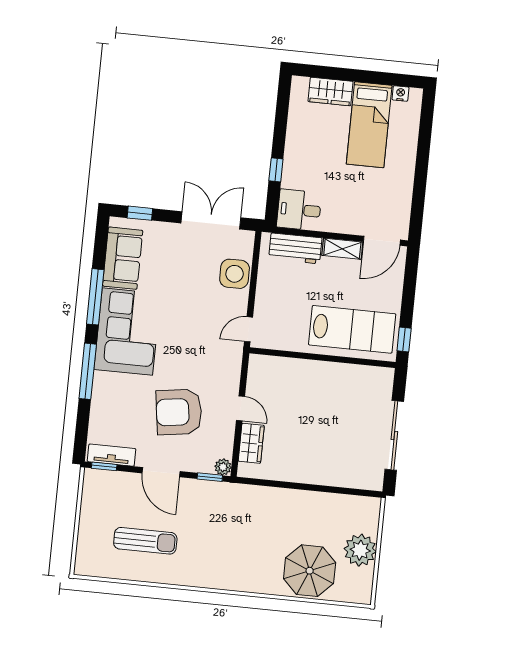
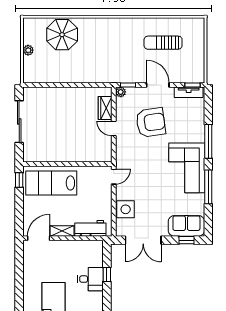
desk: (299, 210) -> (91, 279), moved
sofa: (123, 258) -> (186, 226), moved, turned 90
plant: (360, 550) -> (28, 50), width x0.53, depth x0.53

